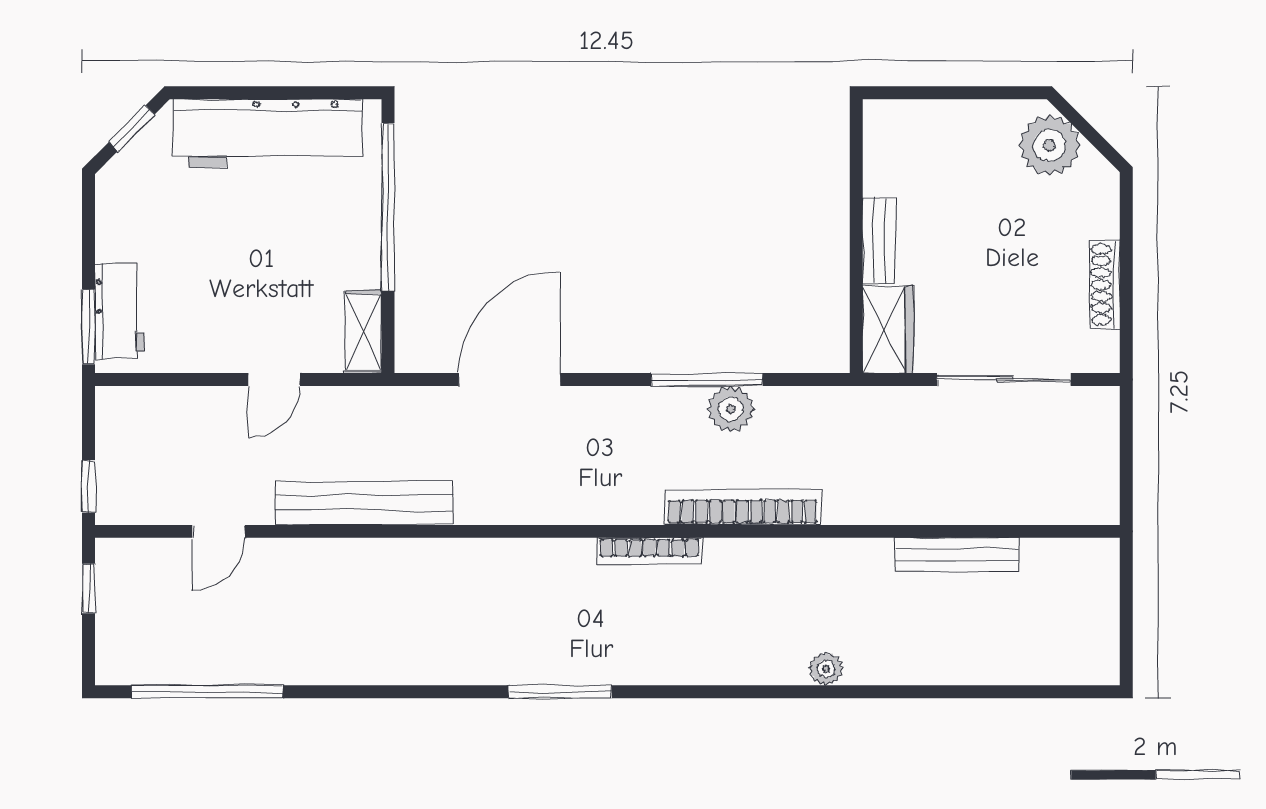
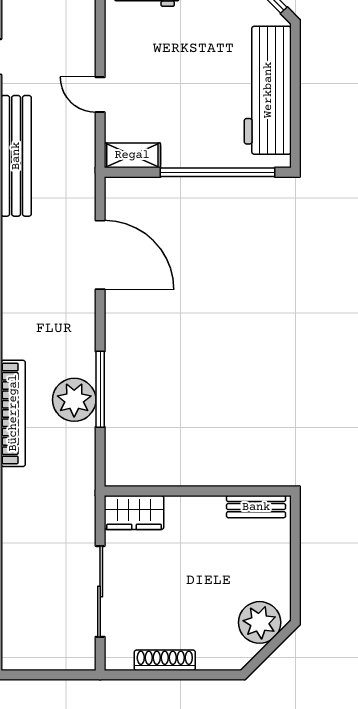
bench: (879, 240) -> (256, 507), moved
plant: (731, 409) -> (74, 400), width x1.36, depth x1.36

